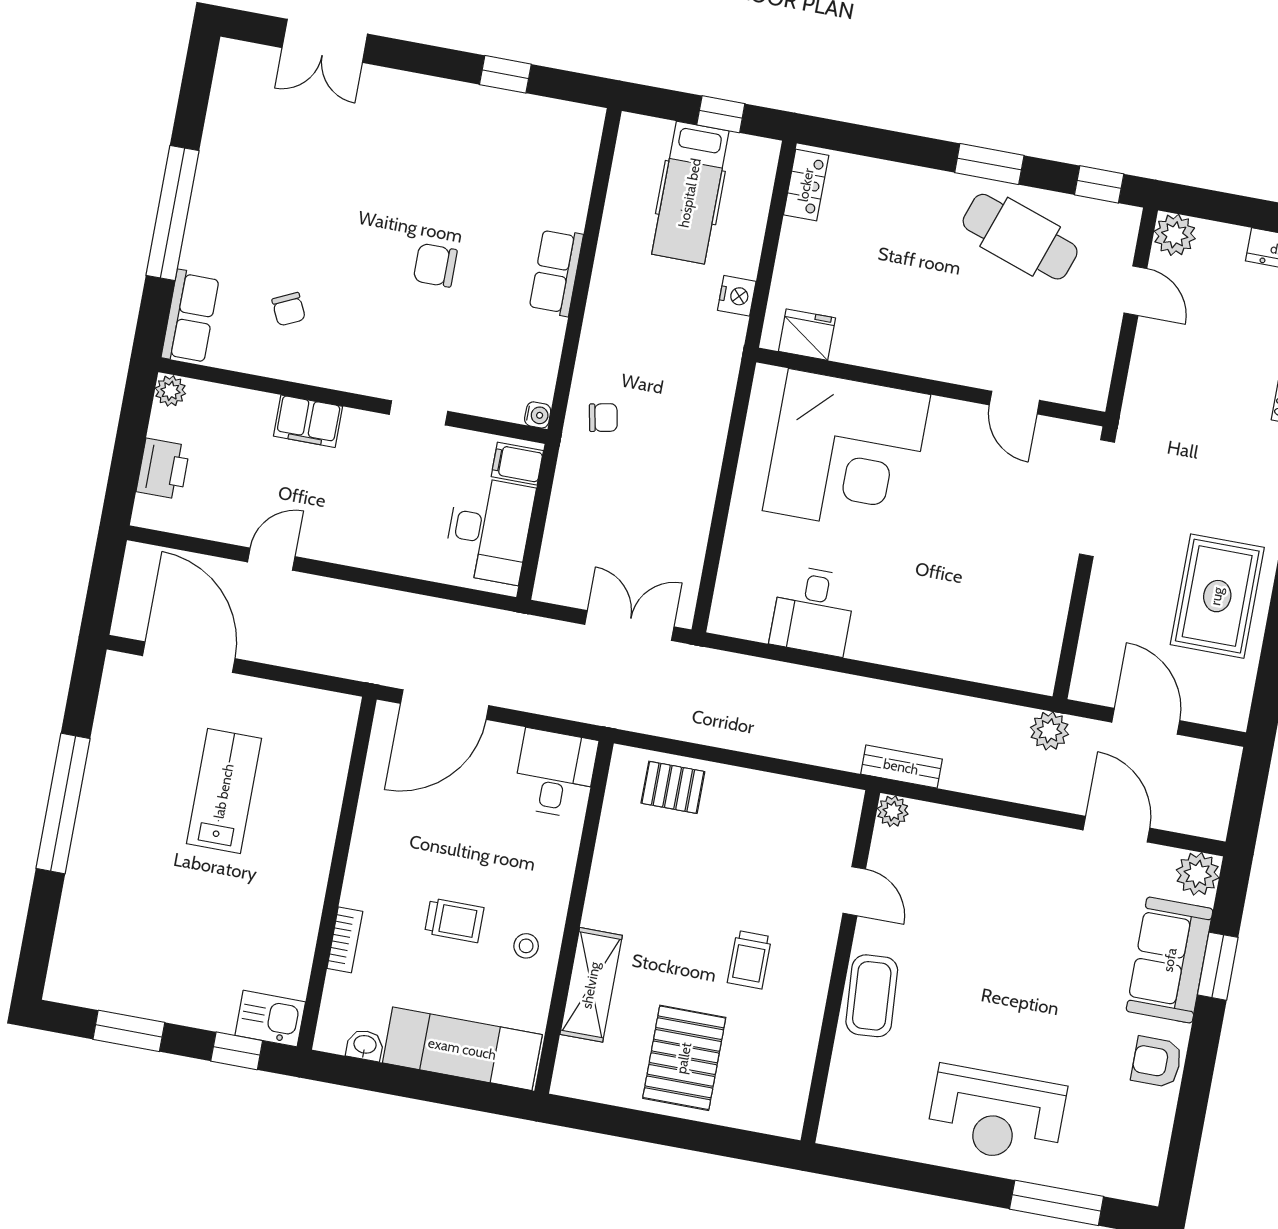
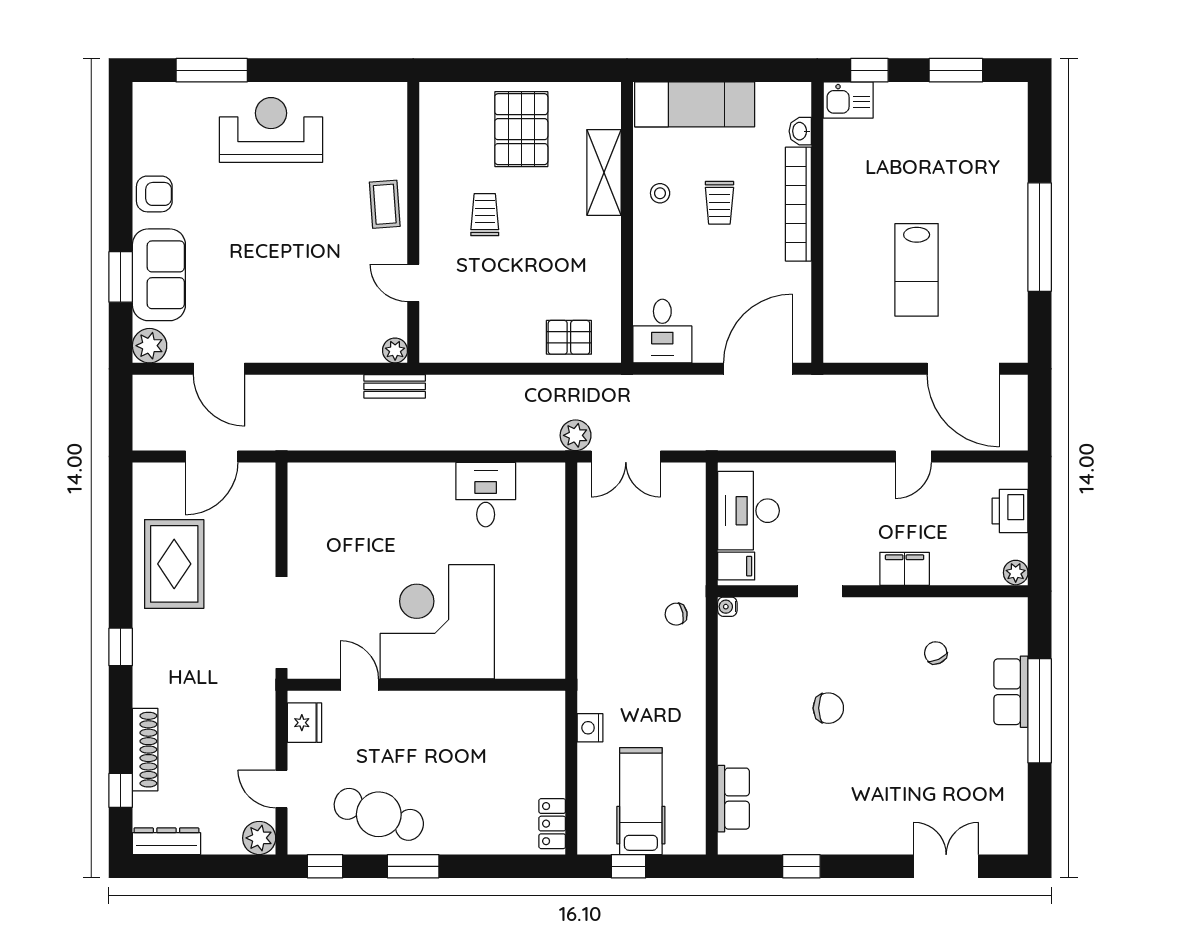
row of seats: (556, 272) -> (734, 799), moved
row of seats: (190, 317) -> (1011, 692), moved
fridge: (807, 335) -> (304, 723), moved, turned -90
corner desk: (846, 453) -> (437, 622), moved
door: (1146, 721) -> (212, 457), hinge flipped
plant: (1050, 731) -> (576, 435), moved
trolley: (454, 920) -> (719, 203), turned -90
bookcase: (345, 940) -> (798, 204), width x2.31, depth x1.31
coffee table: (872, 996) -> (385, 204), width x0.73, depth x0.77
washbasin: (365, 1045) -> (800, 131), moved, turned 90

